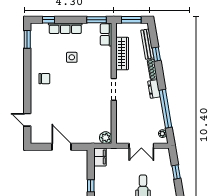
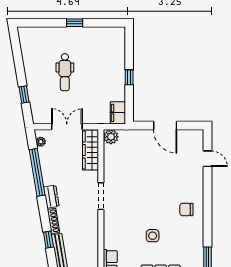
wardrobe: (122, 53) -> (91, 150), moved

